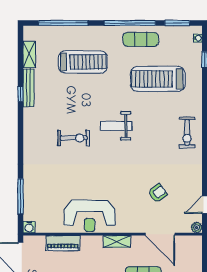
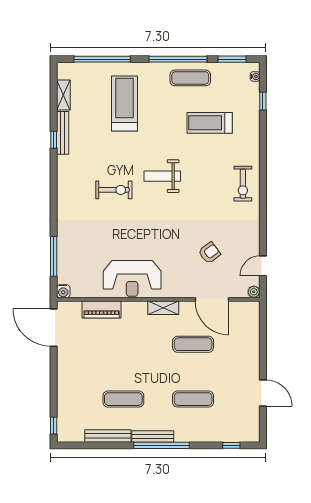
treadmill: (83, 62) -> (124, 104), turned -90
treadmill: (158, 79) -> (210, 123), width x0.73, depth x0.73

